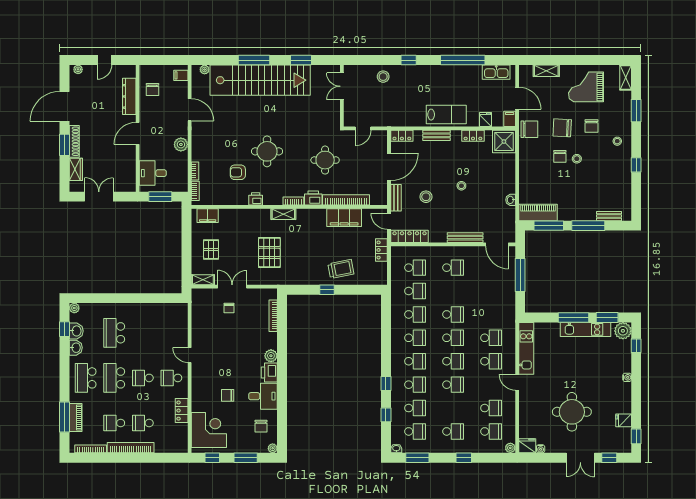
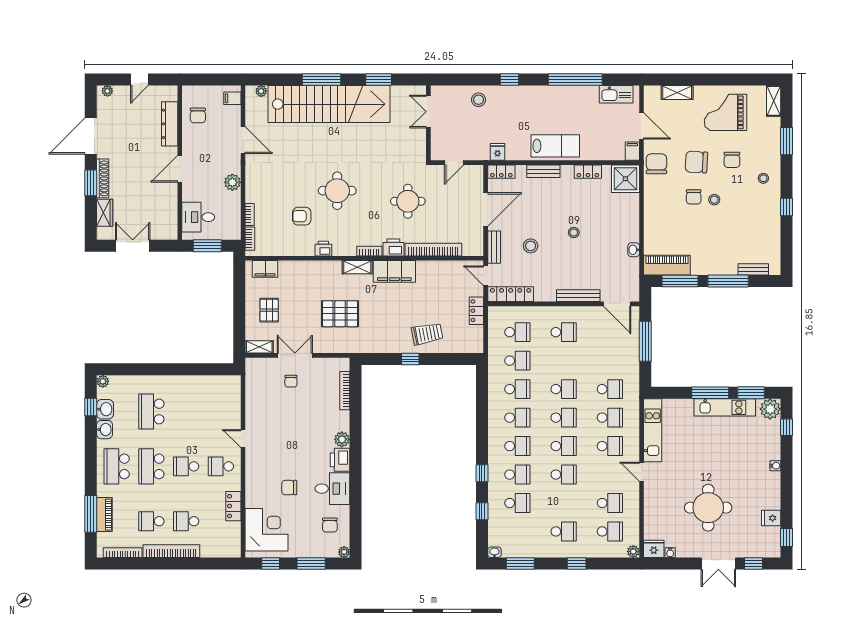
fridge: (485, 119) -> (498, 152), moved
chair: (529, 129) -> (656, 164), turned -90
filing cabinet: (344, 218) -> (394, 271), moved
pallet: (269, 252) -> (340, 314), turned 90
school desk: (415, 431) -> (610, 389), moved

